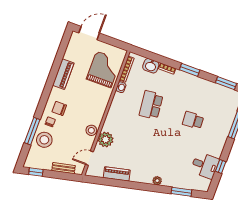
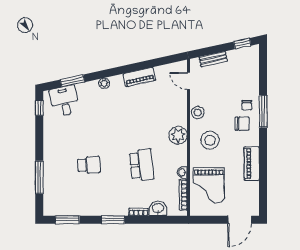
window: (32, 131) -> (263, 111), moved
stool: (44, 140) -> (210, 140), moved
plant: (106, 140) -> (178, 135), moved
door: (89, 158) -> (188, 81), swing flipped
desk: (205, 165) -> (64, 101), moved, turned 78
window: (221, 166) -> (39, 108), moved
piano: (117, 174) -> (139, 77), moved

